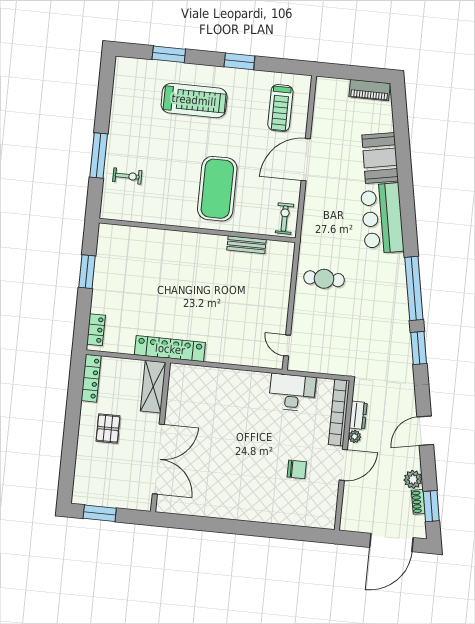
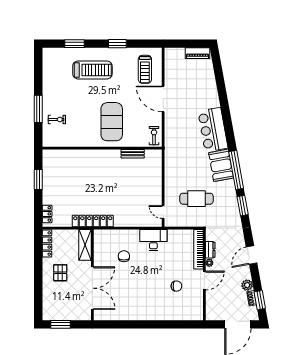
booth: (380, 158) -> (221, 165), moved
door: (306, 160) -> (163, 99), hinge flipped
cafe table: (324, 279) -> (197, 199), moved, width x1.37, depth x1.35
desk: (292, 392) -> (153, 240), moved
chair: (215, 412) -> (124, 256), added

